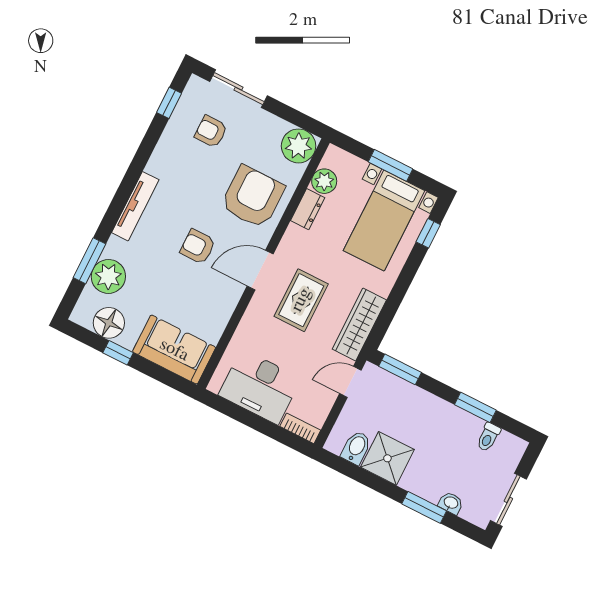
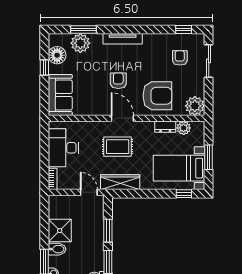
window: (400, 369) -> (108, 231), moved
bidet: (356, 448) -> (57, 249), moved

